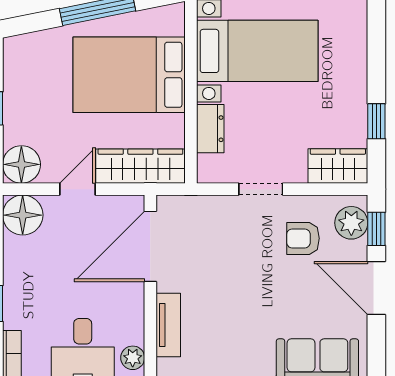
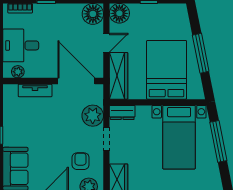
dresser: (210, 129) -> (122, 113), moved
door: (77, 189) -> (106, 43), hinge flipped
plant: (216, 215) -> (93, 116), added

